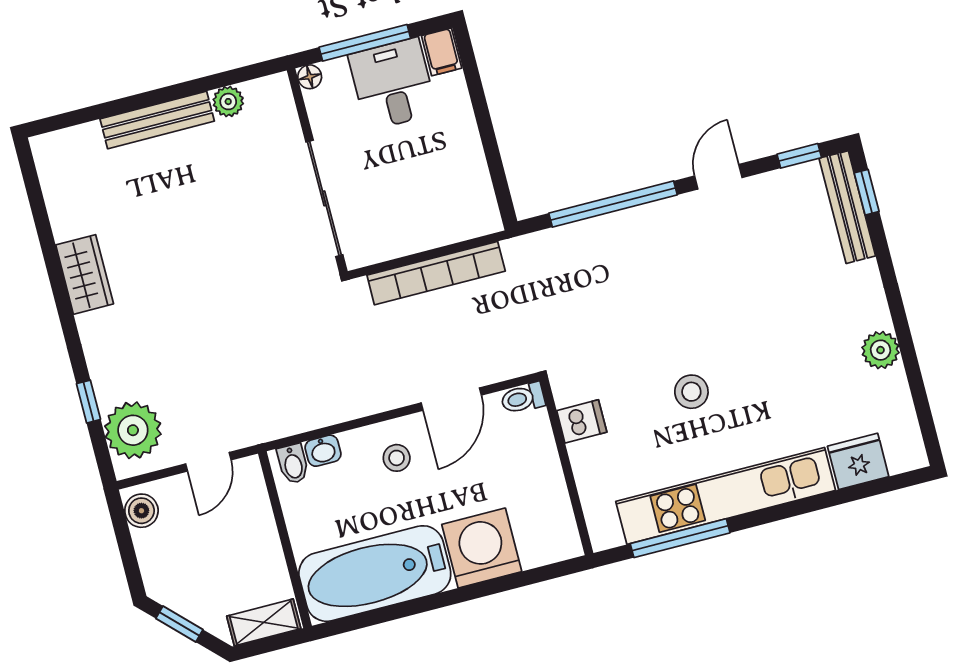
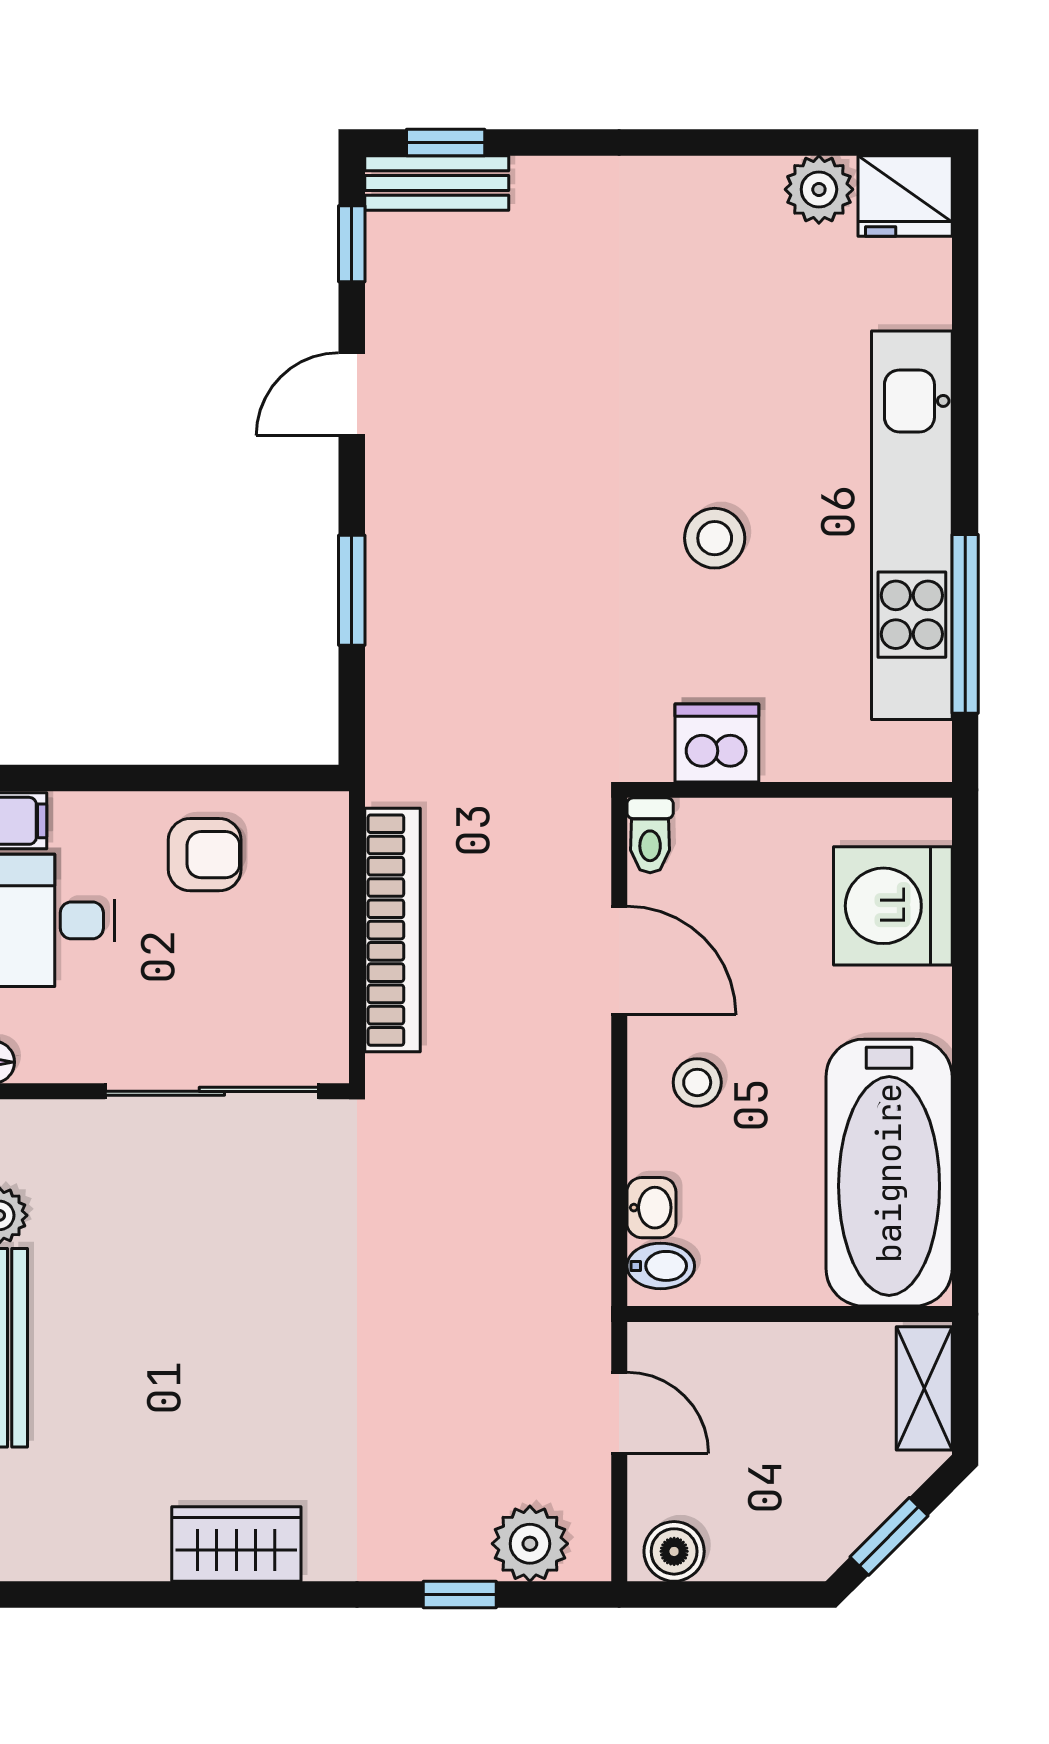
armchair: (451, 162) -> (205, 855), added
door: (718, 177) -> (352, 394), hinge flipped
window: (613, 204) -> (352, 590), width x0.47
bench: (847, 207) -> (437, 183), width x0.73
plant: (881, 350) -> (819, 189), moved
dishwasher: (582, 421) -> (717, 743), width x1.38
plant: (133, 430) -> (530, 1544), width x0.73, depth x0.73
fridge: (858, 461) -> (905, 196), moved, turned -90
washing machine: (482, 548) -> (893, 906), moved

